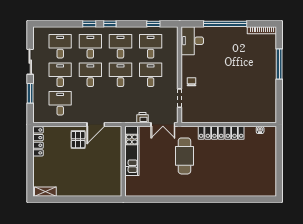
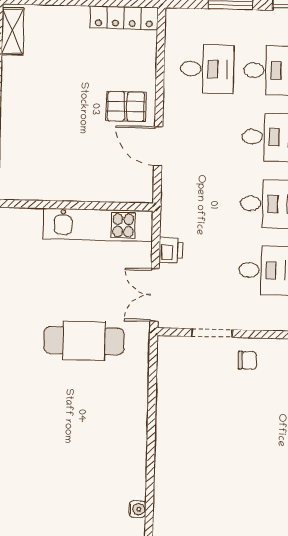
locker: (221, 133) -> (133, 423), removed

